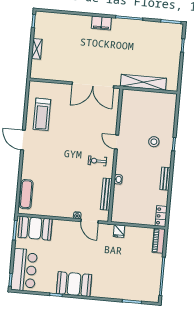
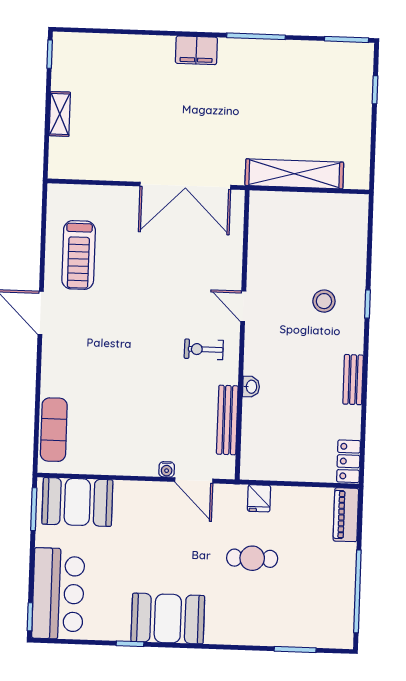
cafe table: (114, 258) -> (252, 558), added

